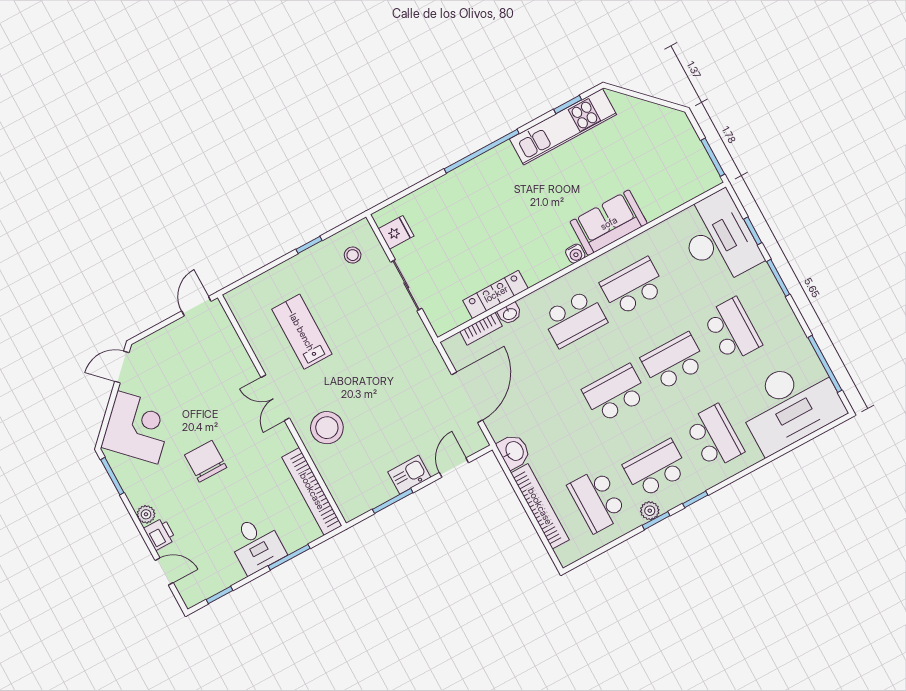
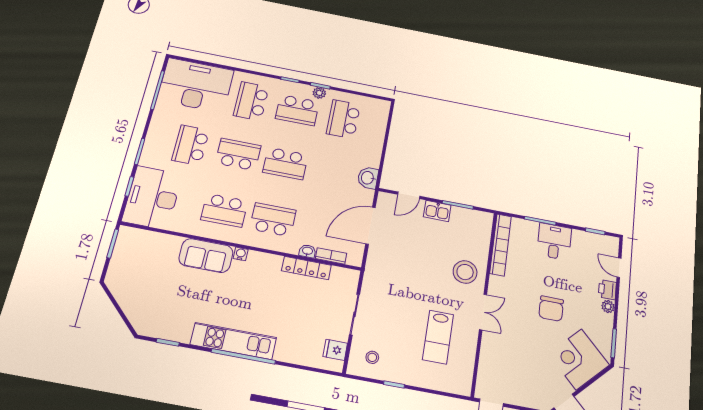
kitchen unit: (563, 127) -> (233, 341), moved
school desk: (674, 362) -> (238, 154), turned 180
school desk: (597, 500) -> (343, 119), turned 180
bookcase: (540, 506) -> (377, 140), removed

